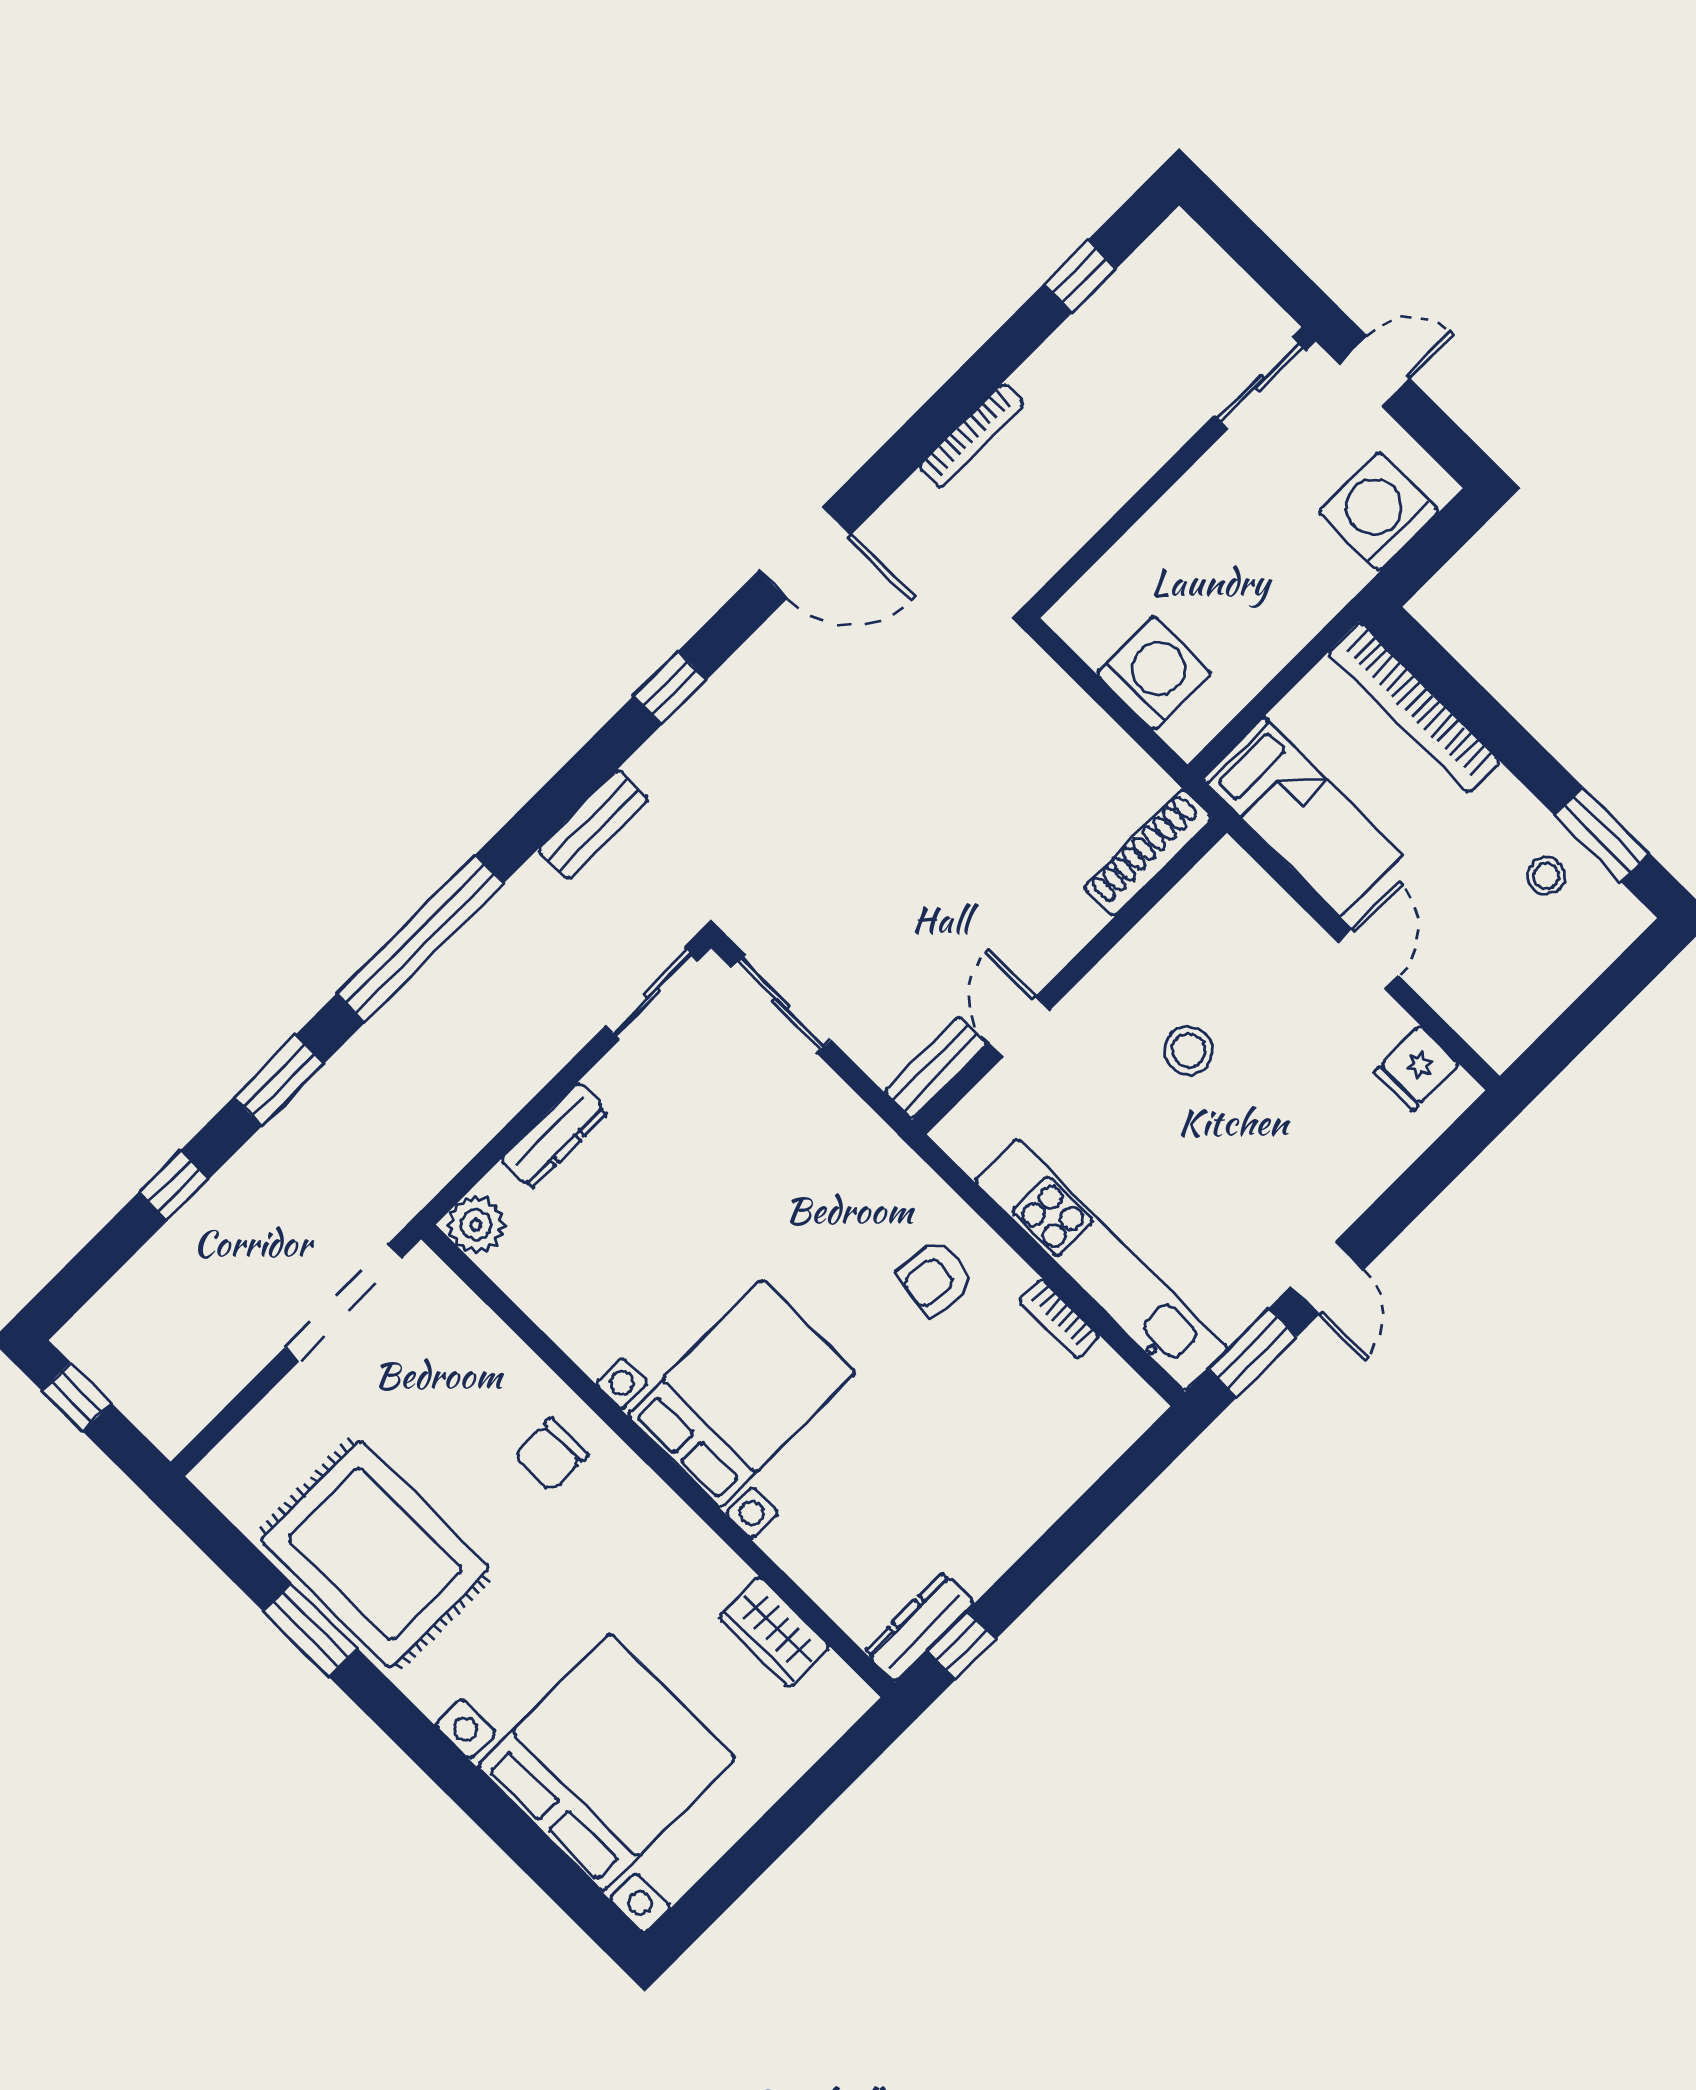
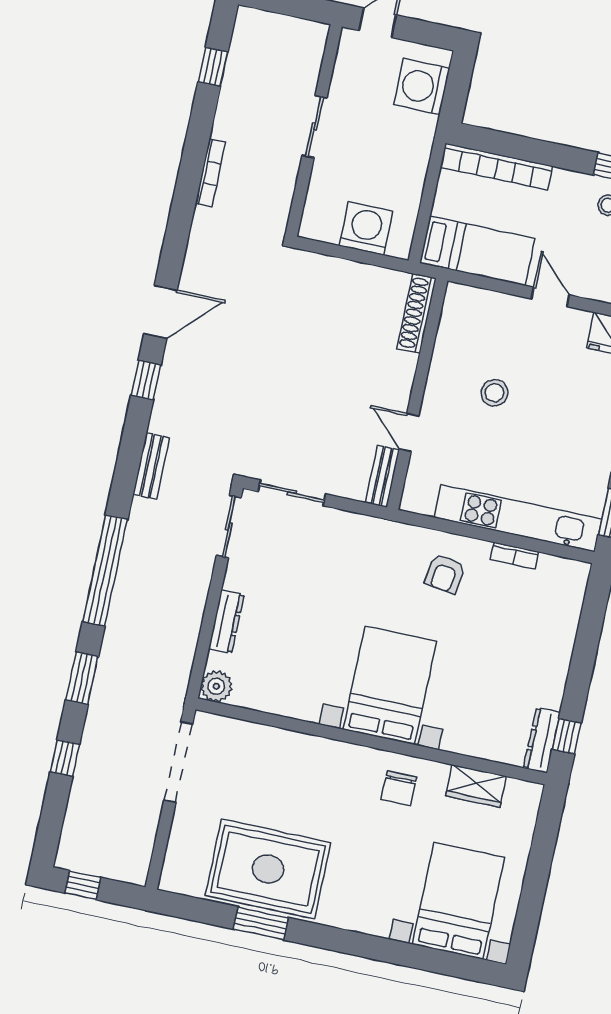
sliding door: (1260, 383) -> (315, 127), moved
door: (805, 552) -> (160, 312), moved
chair: (551, 1455) -> (399, 788), moved
bed with nightstands: (606, 1762) -> (458, 901), width x0.73

